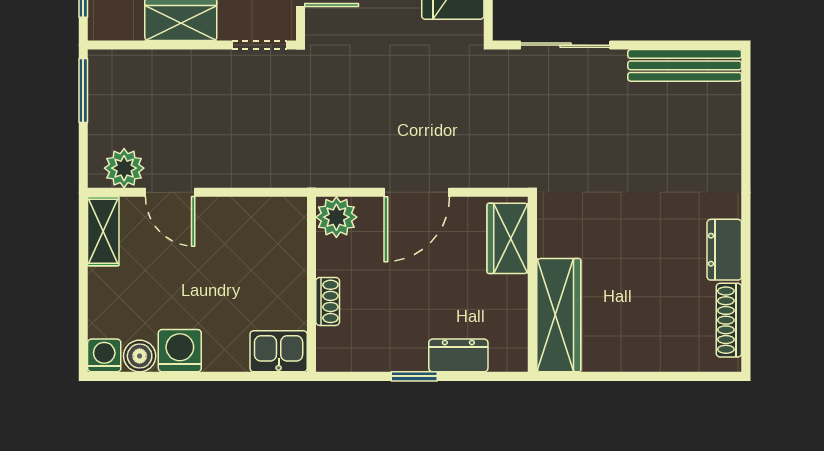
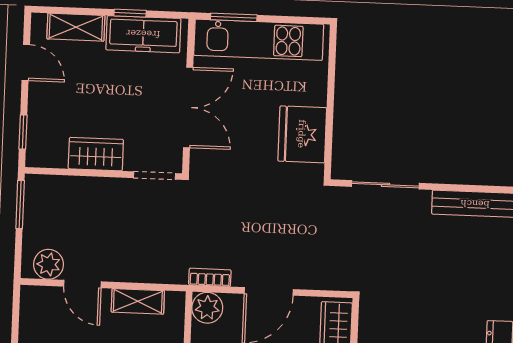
bookcase: (338, 177) -> (210, 277), added
shelving: (103, 231) -> (138, 301), moved, turned 90

